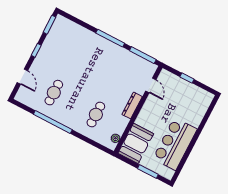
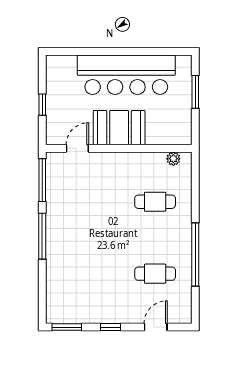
dresser: (132, 105) -> (118, 159), removed
booth: (136, 143) -> (119, 128), moved
bar counter: (175, 144) -> (126, 75), width x1.36

